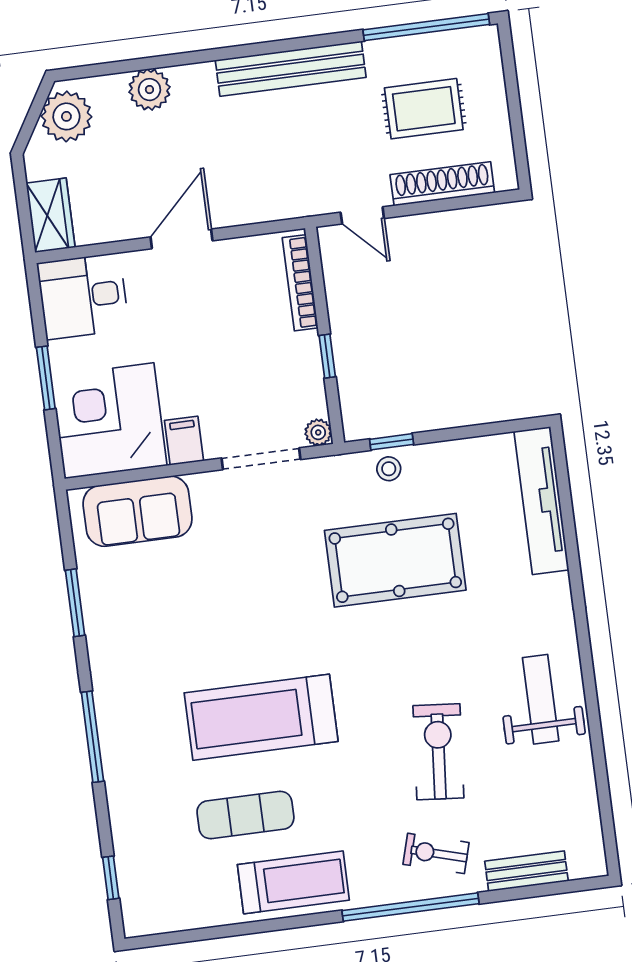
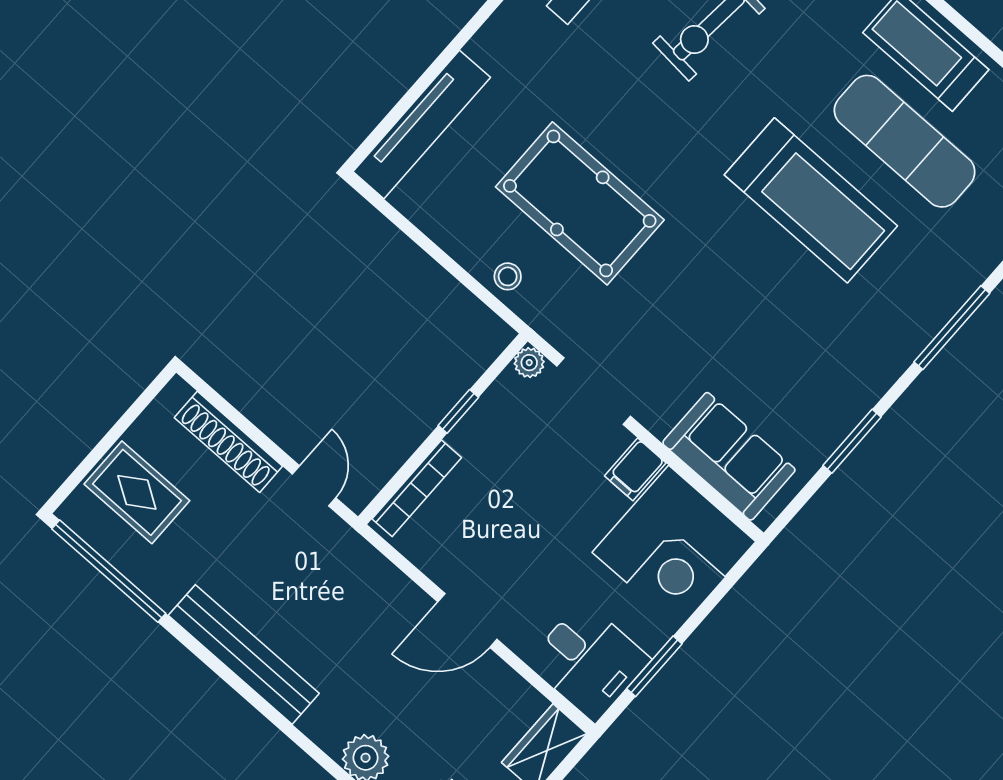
rug: (424, 109) -> (137, 492), moved
window: (46, 378) -> (654, 666), moved
window: (392, 442) -> (483, 294), removed
exercise mat: (245, 815) -> (905, 141), width x1.36, depth x1.45

